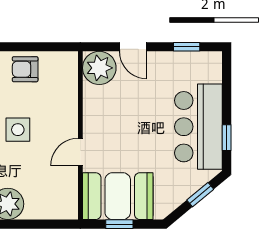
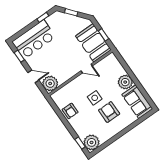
door: (133, 47) -> (33, 76), hinge flipped
bar counter: (198, 127) -> (34, 39), moved

